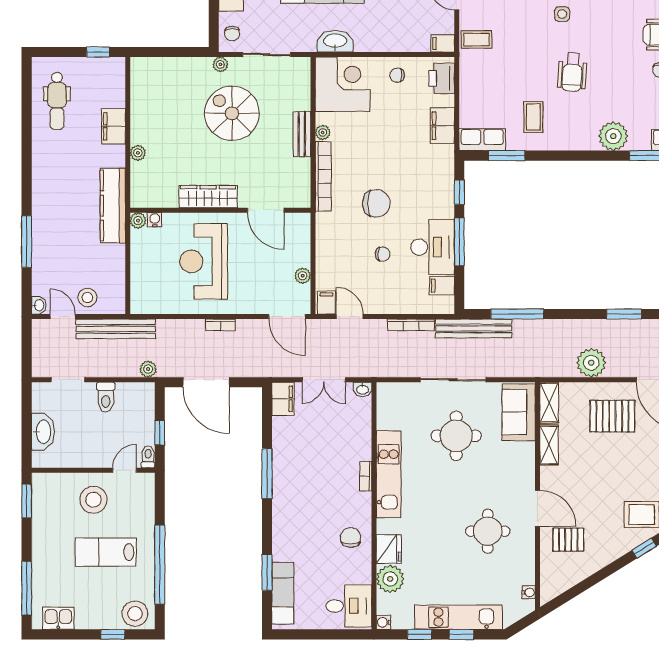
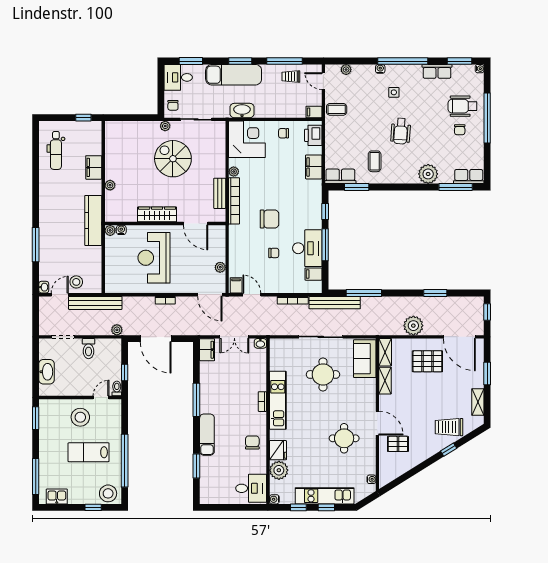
bench: (302, 134) -> (220, 193), moved
door: (63, 317) -> (60, 295), hinge flipped
exam couch: (283, 593) -> (207, 435), moved

